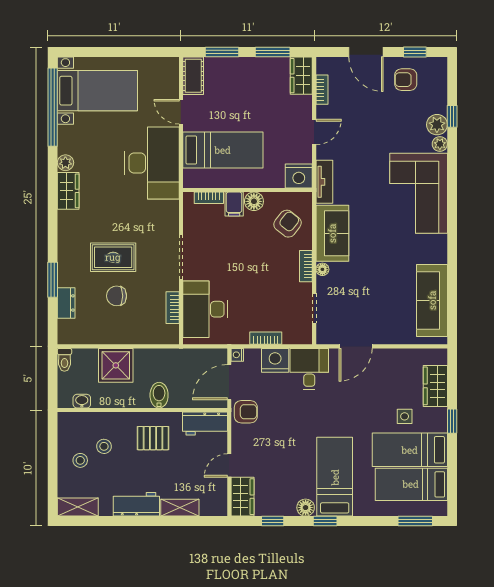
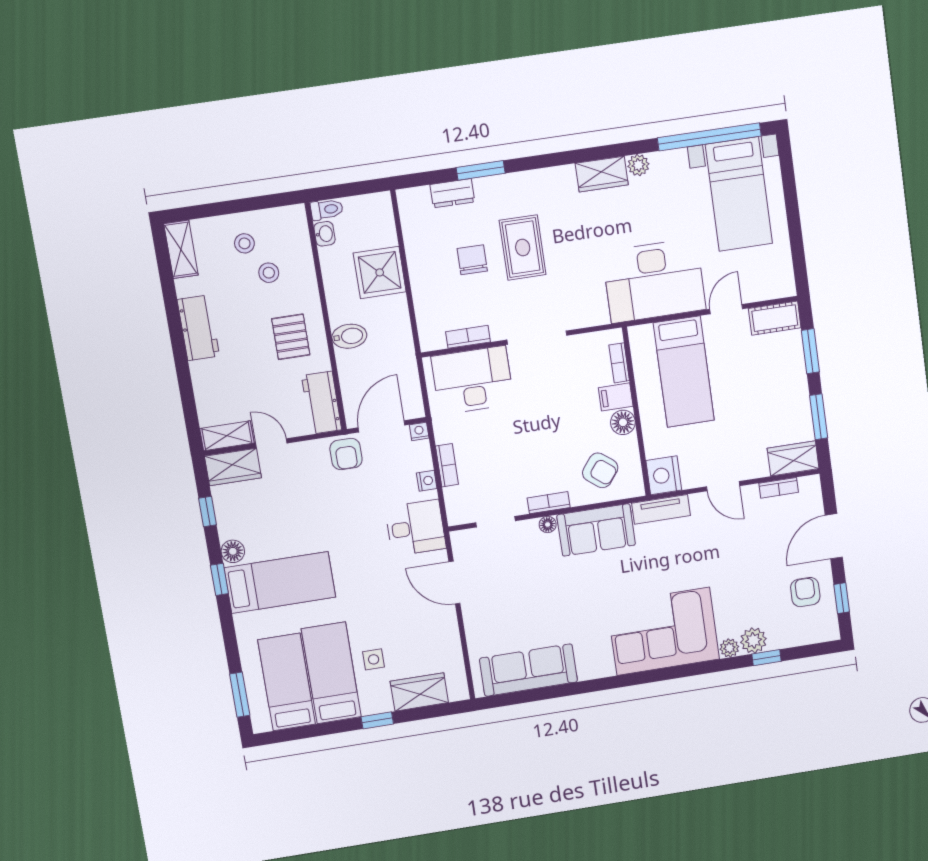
toilet: (64, 360) -> (327, 209), moved, turned 180
nightstand: (275, 360) -> (427, 481), width x0.53, depth x0.56
door: (229, 382) -> (382, 426), hinge flipped
shelving: (180, 508) -> (227, 436), moved, turned 90

